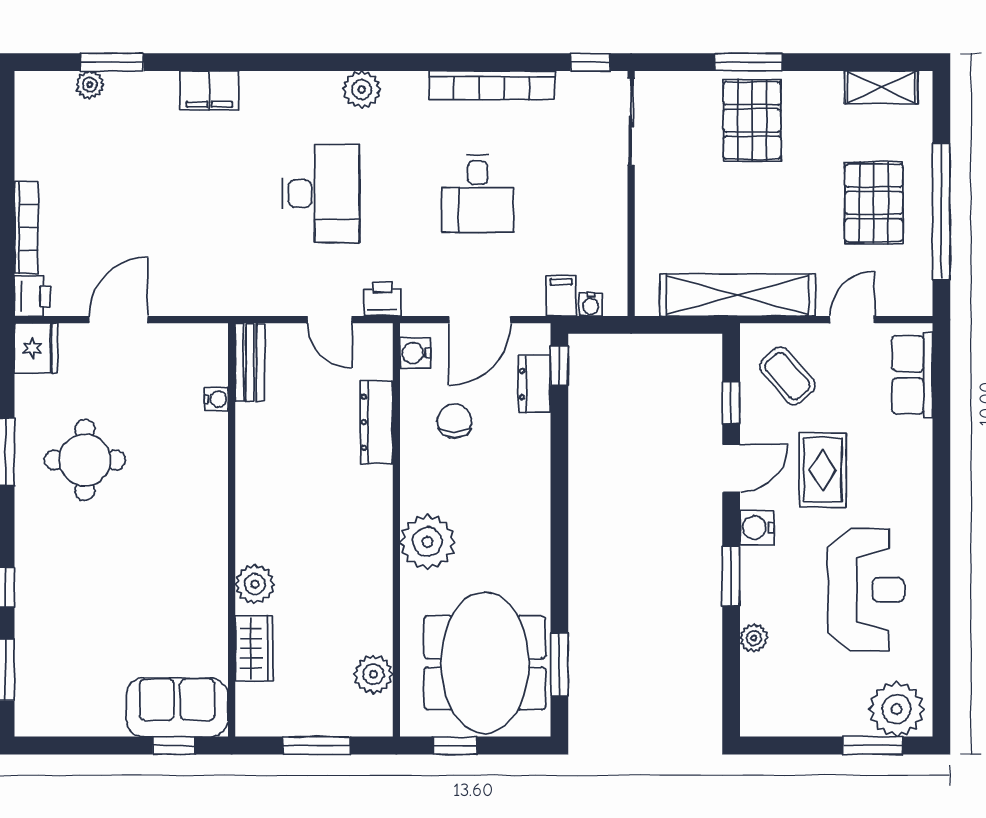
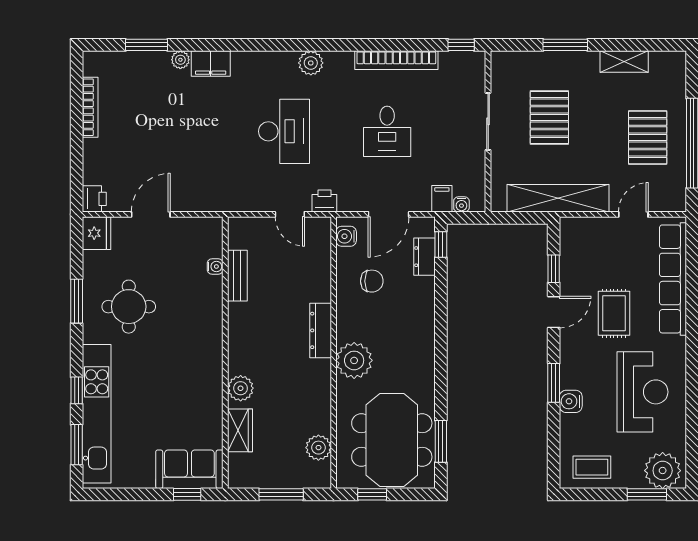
plant: (90, 85) -> (180, 60), moved
shelving: (881, 87) -> (624, 61), moved
pallet: (752, 120) -> (549, 118), moved
sliding door: (631, 122) -> (488, 121), moved
bookcase: (26, 227) -> (90, 107), moved
bench: (250, 363) -> (237, 276), moved
row of seats: (912, 375) -> (673, 279), width x2.02
coffee table: (787, 376) -> (592, 467), moved, turned -49
chair: (454, 421) -> (372, 281), turned 90
dresser: (377, 422) -> (321, 330), moved
water cooler: (757, 528) -> (571, 401), moved
kitchen unit: (36, 623) -> (97, 414), added
plant: (754, 638) -> (569, 424), removed

